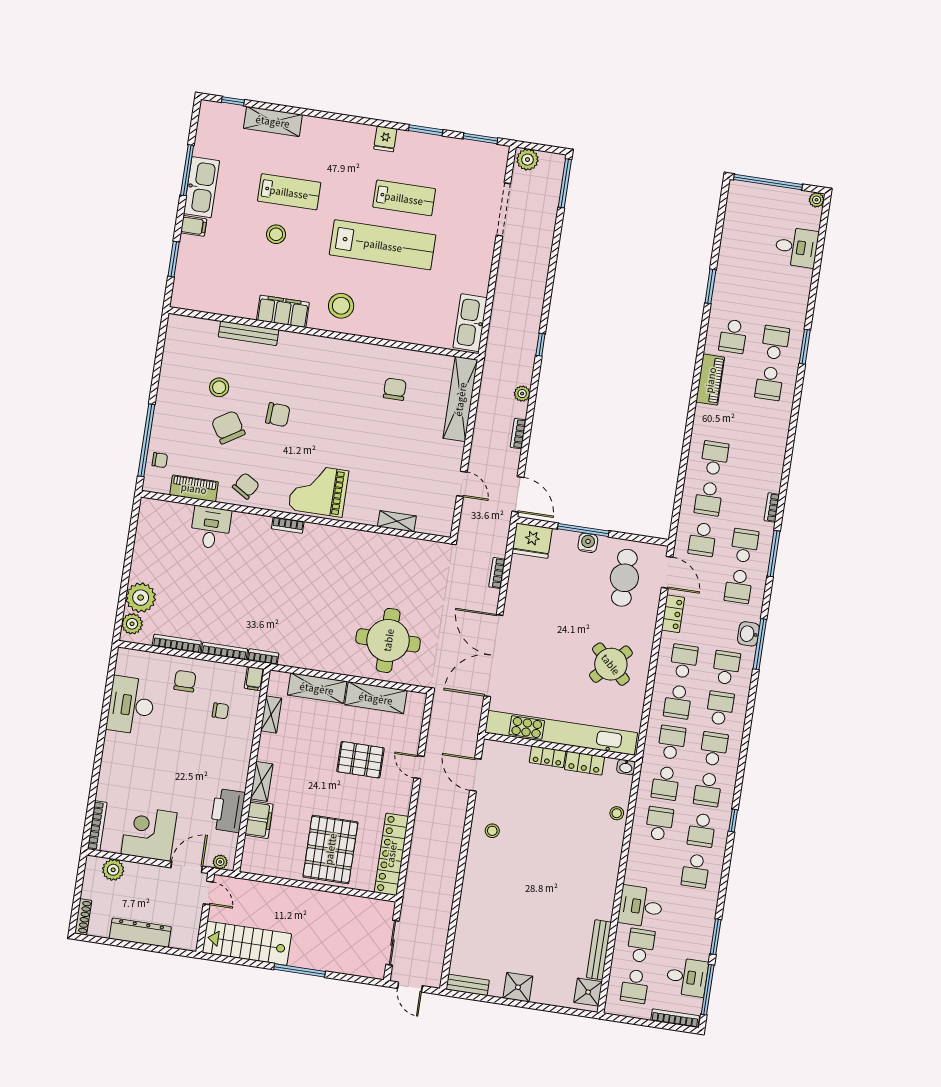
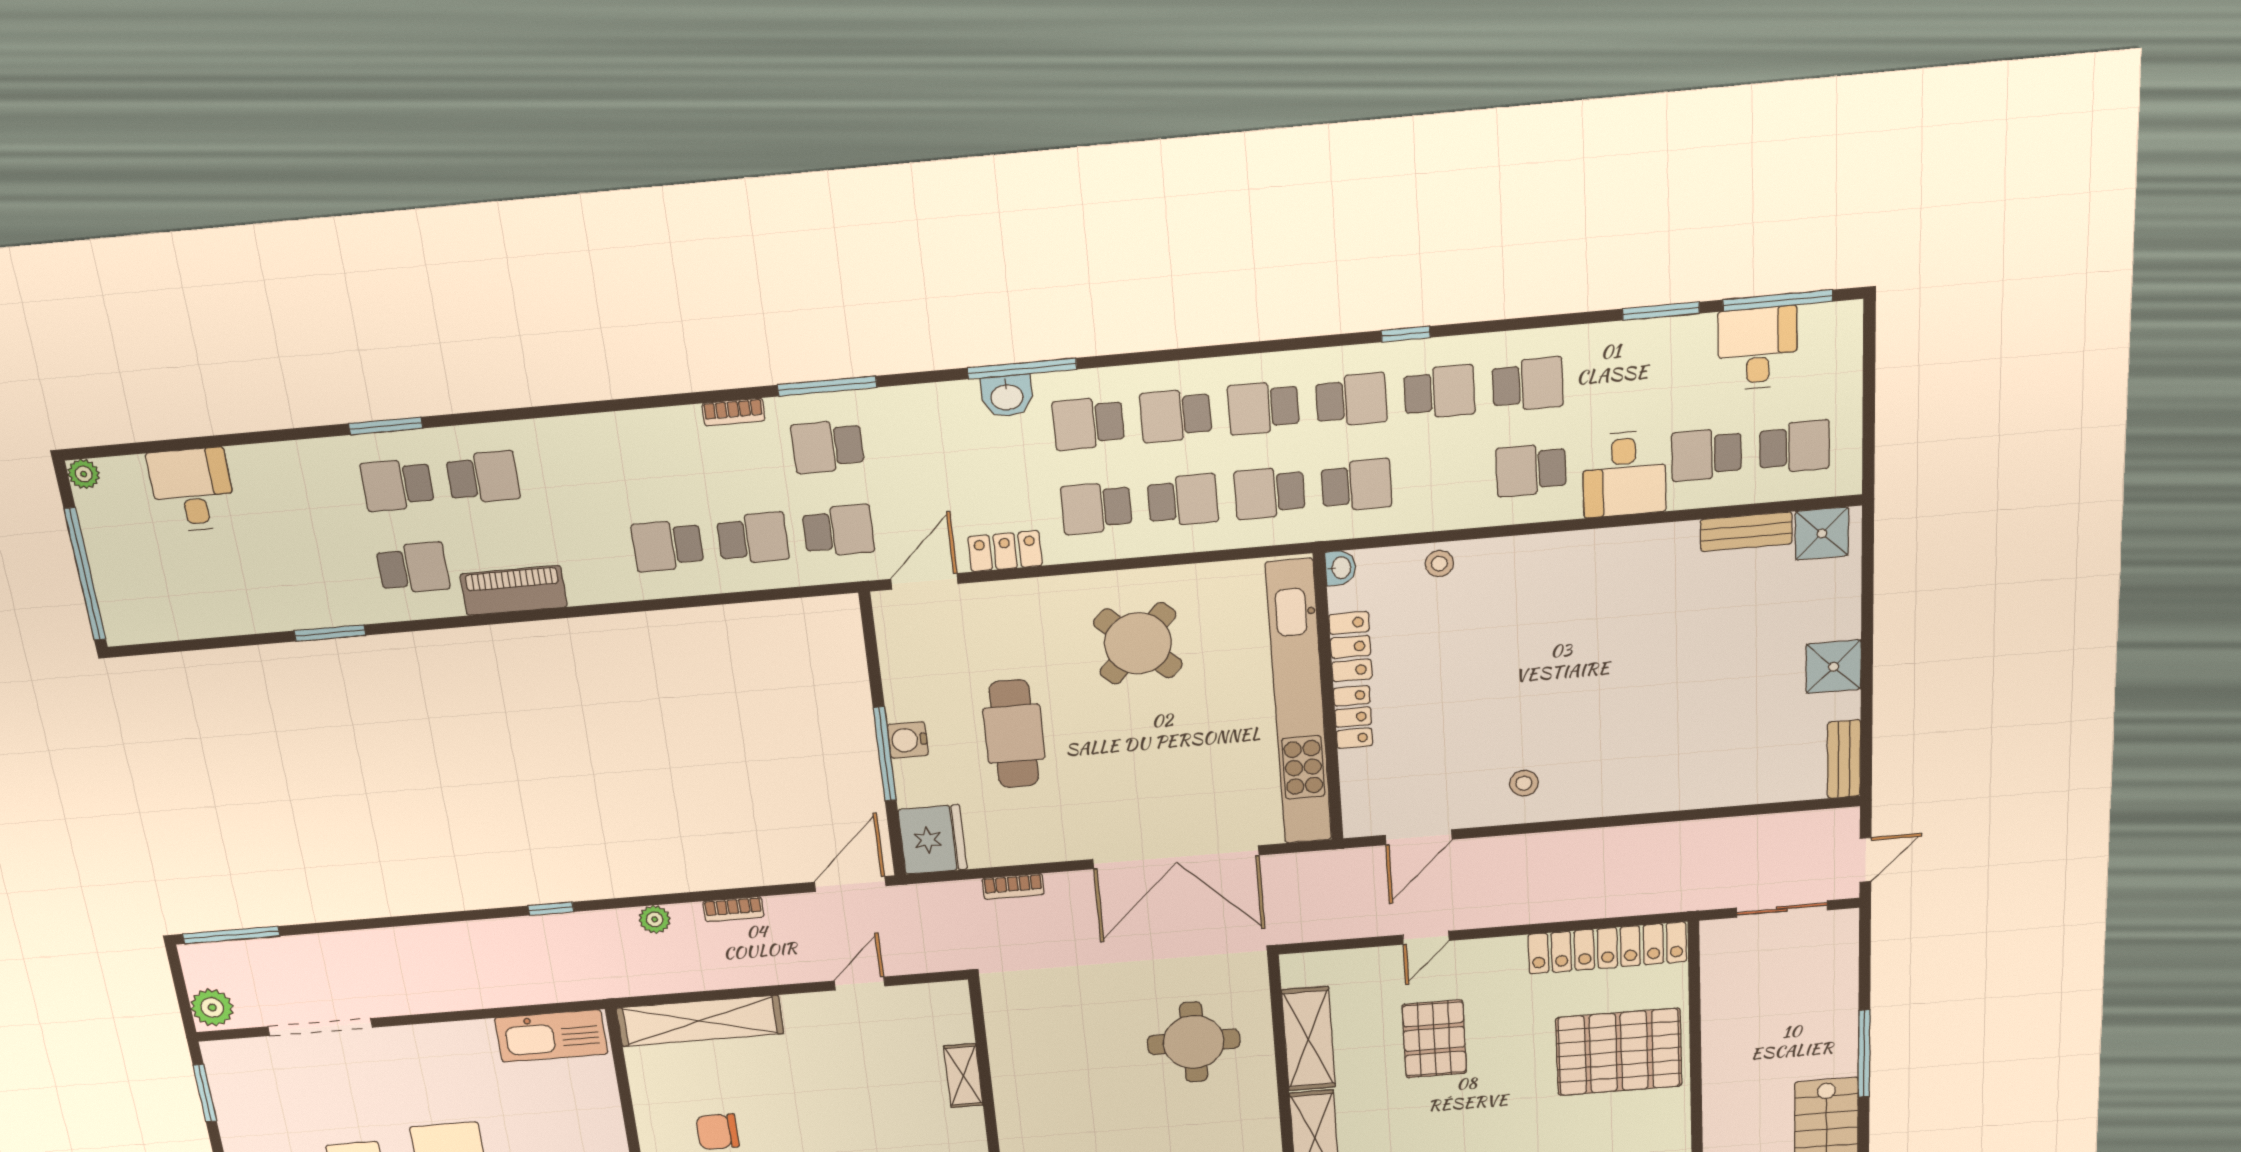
cafe table: (624, 578) -> (1014, 734), moved, turned 90
school desk: (738, 586) -> (914, 439), removed
round table: (388, 640) -> (1194, 1042), width x0.73, depth x0.73
school desk: (659, 824) -> (1531, 470), moved
bench: (599, 950) -> (1746, 532), width x0.73
bookcase: (675, 1018) -> (1850, 352), removed

